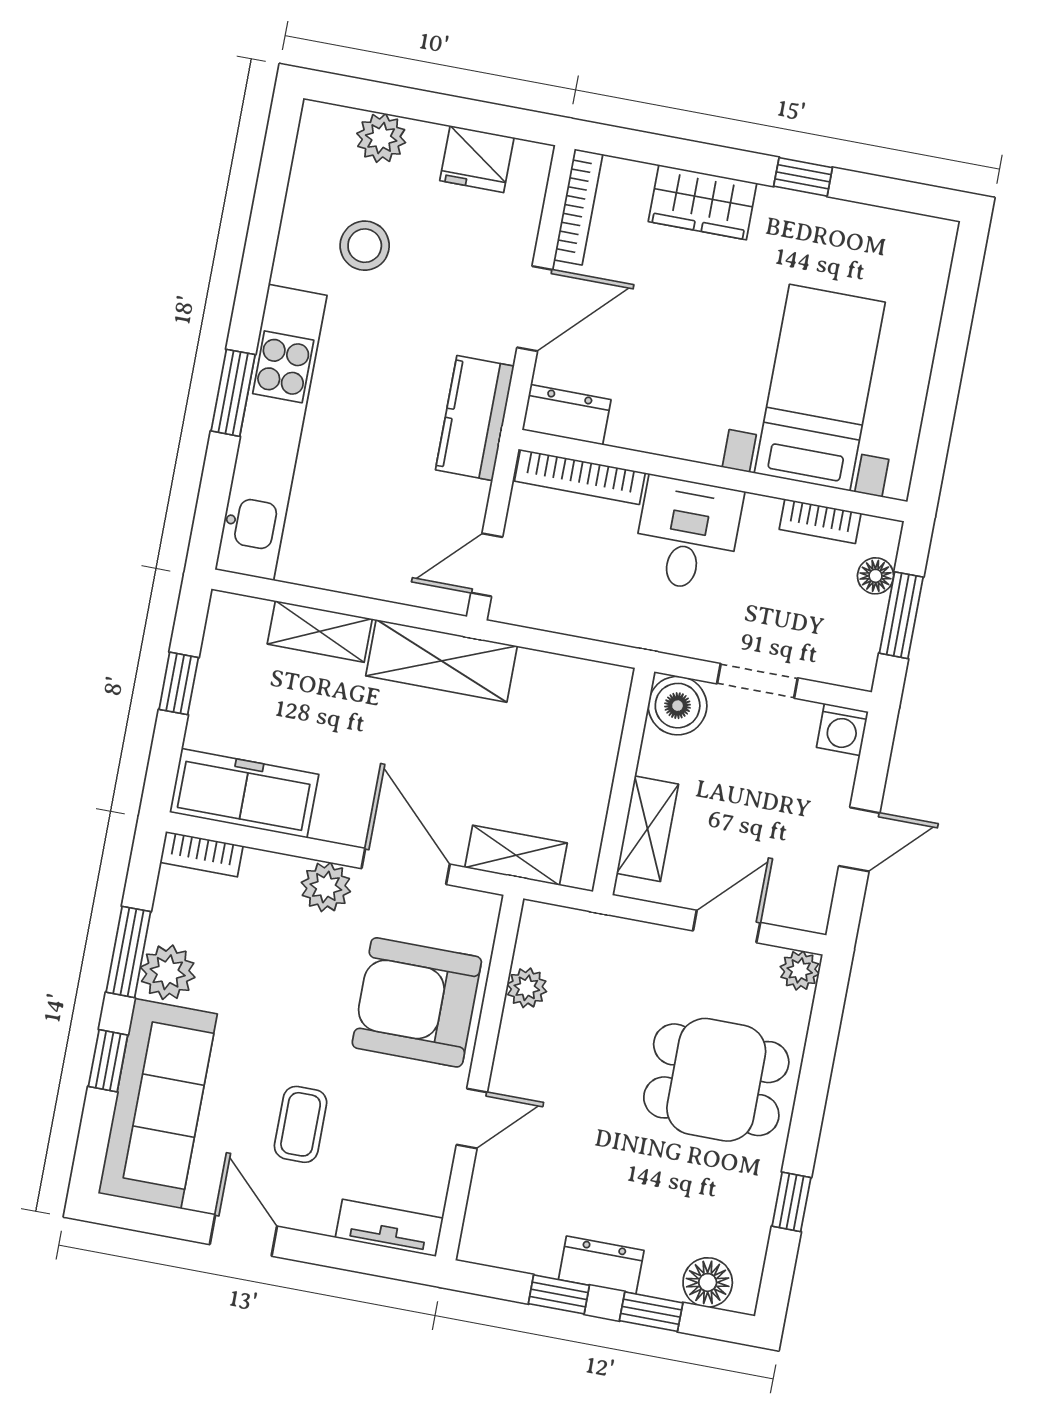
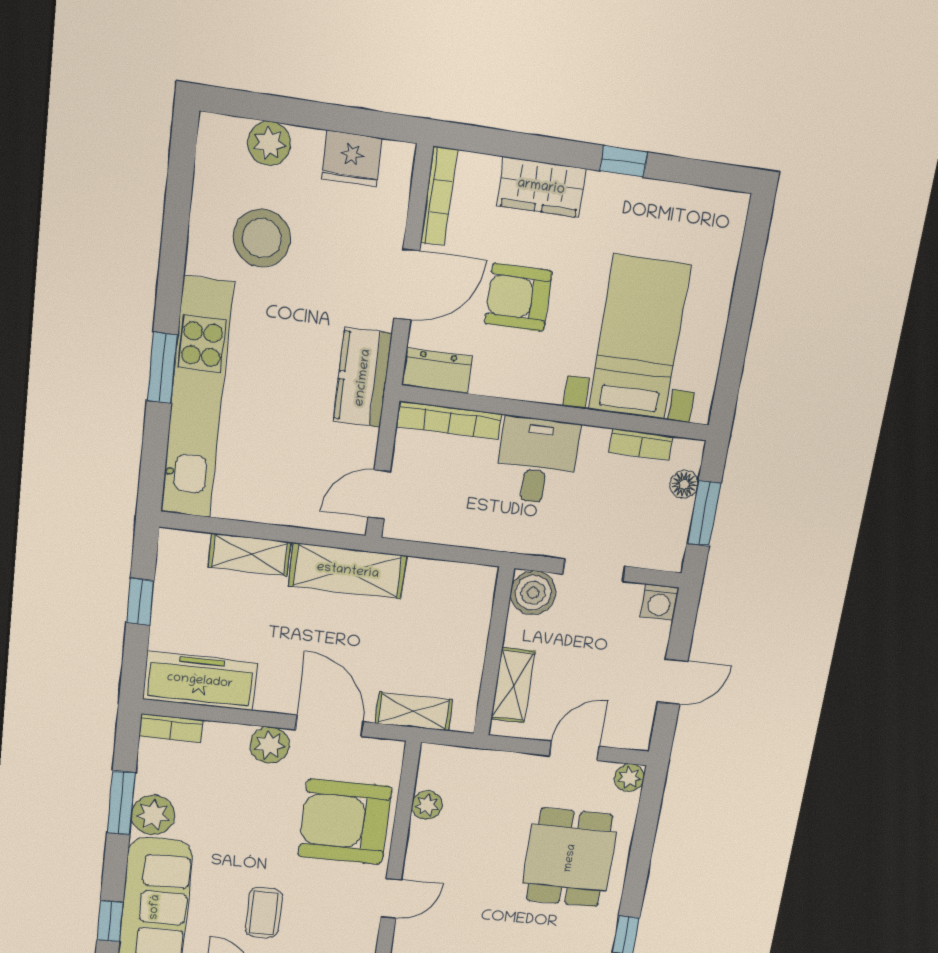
stool: (365, 246) -> (262, 238), width x1.38, depth x1.38
armchair: (670, 331) -> (518, 297), added
window: (108, 1061) -> (110, 921), moved
dining table: (716, 1080) -> (570, 858), turned 90

